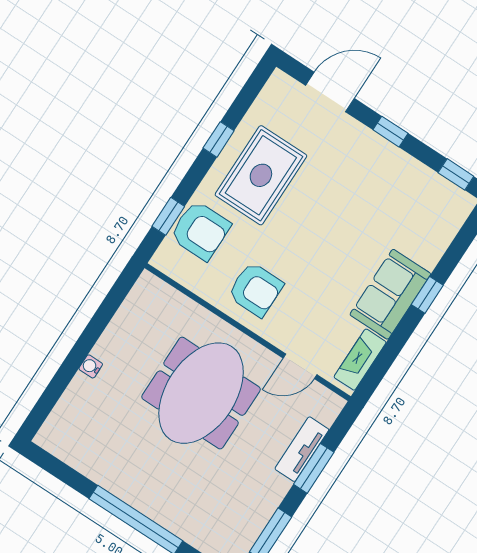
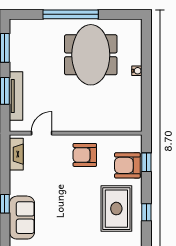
sofa: (390, 294) -> (22, 218), moved
meeting table: (201, 393) -> (91, 55), moved
tv unit: (302, 449) -> (16, 96), width x1.41

